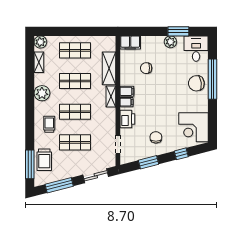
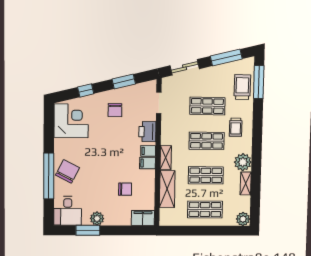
shelving: (39, 62) -> (246, 183), moved
chair: (196, 83) -> (68, 171), turned -56

